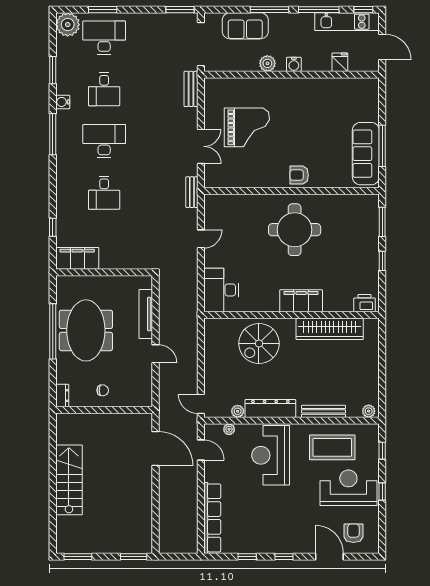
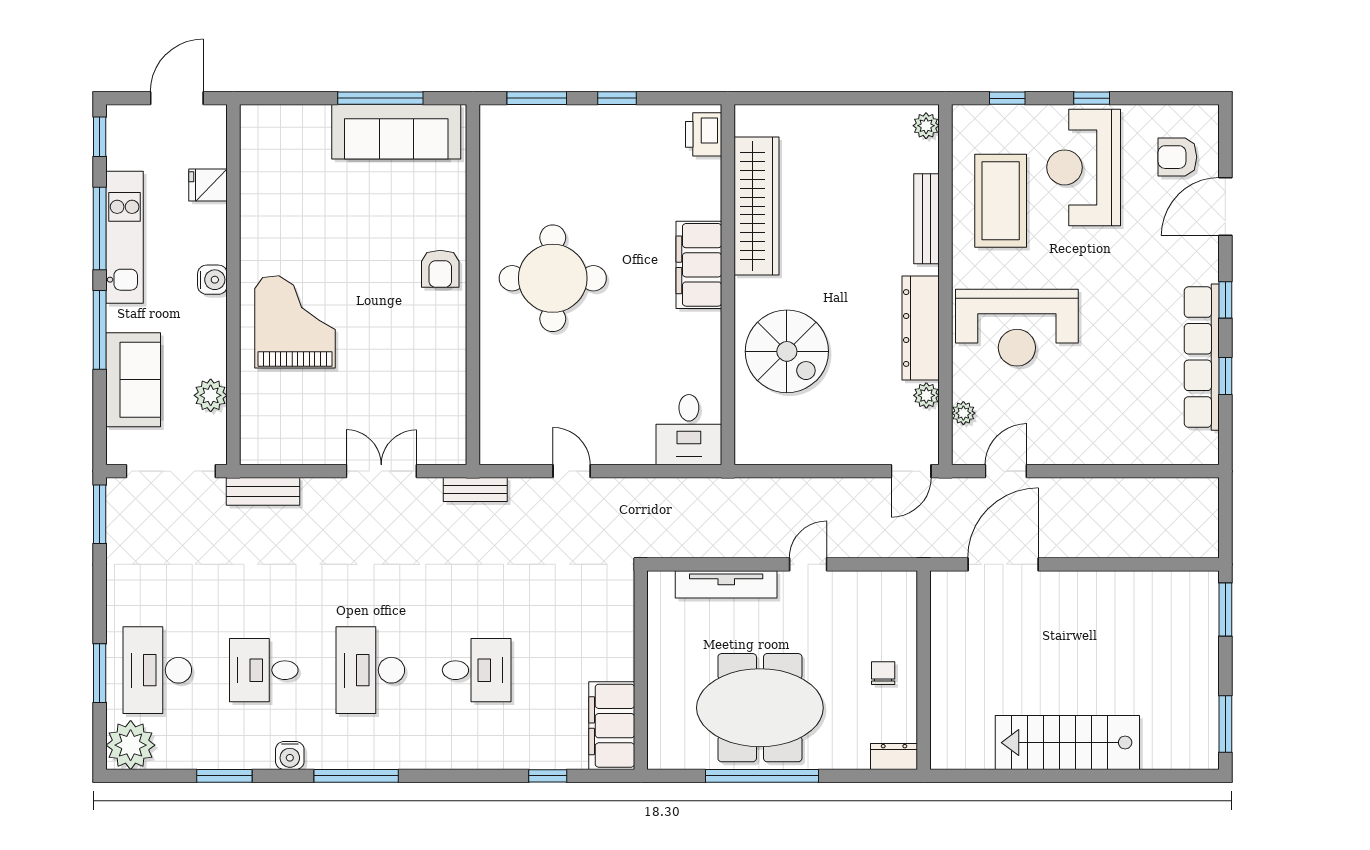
kitchen unit: (347, 22) -> (125, 237), moved
plant: (267, 63) -> (211, 395), moved
desk: (104, 89) -> (264, 670), turned 180
grand piano: (247, 127) -> (295, 322), moved
desk: (221, 290) -> (689, 430), width x0.73
row of seats: (212, 518) -> (1202, 357), moved, turned -90

